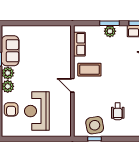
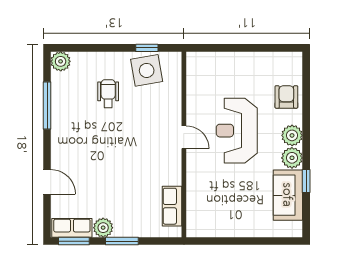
plant: (110, 31) -> (103, 228), moved
coffee table: (89, 70) -> (155, 163), removed
reception desk: (37, 111) -> (237, 131), moved, turned 180

